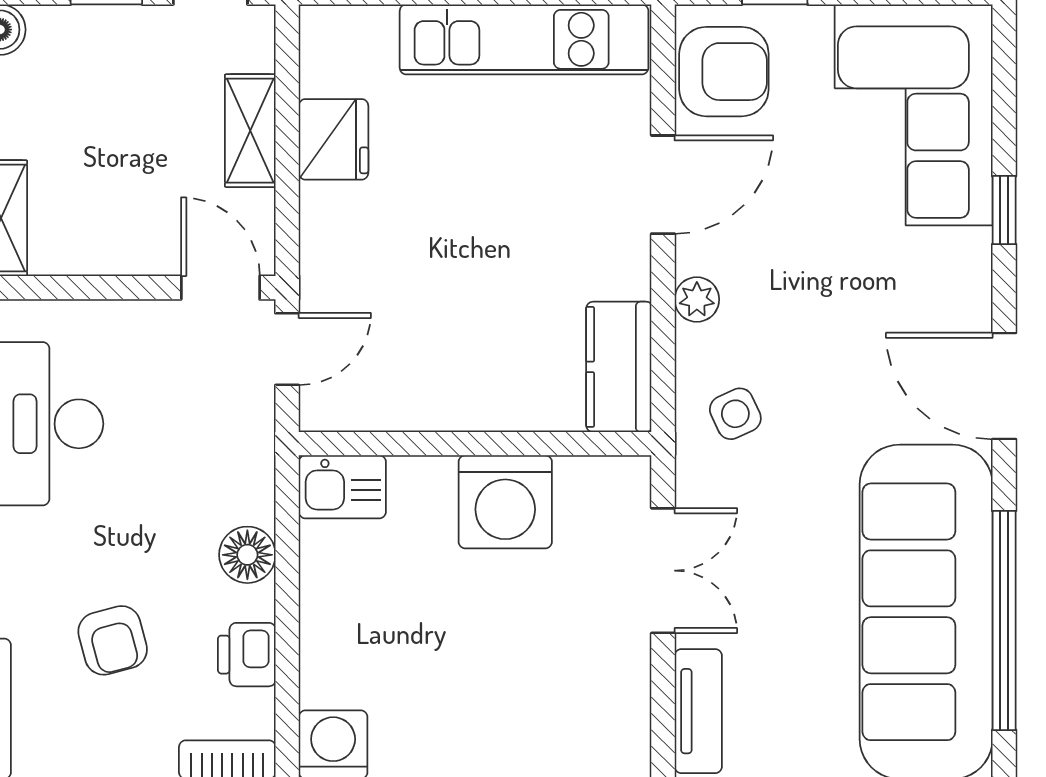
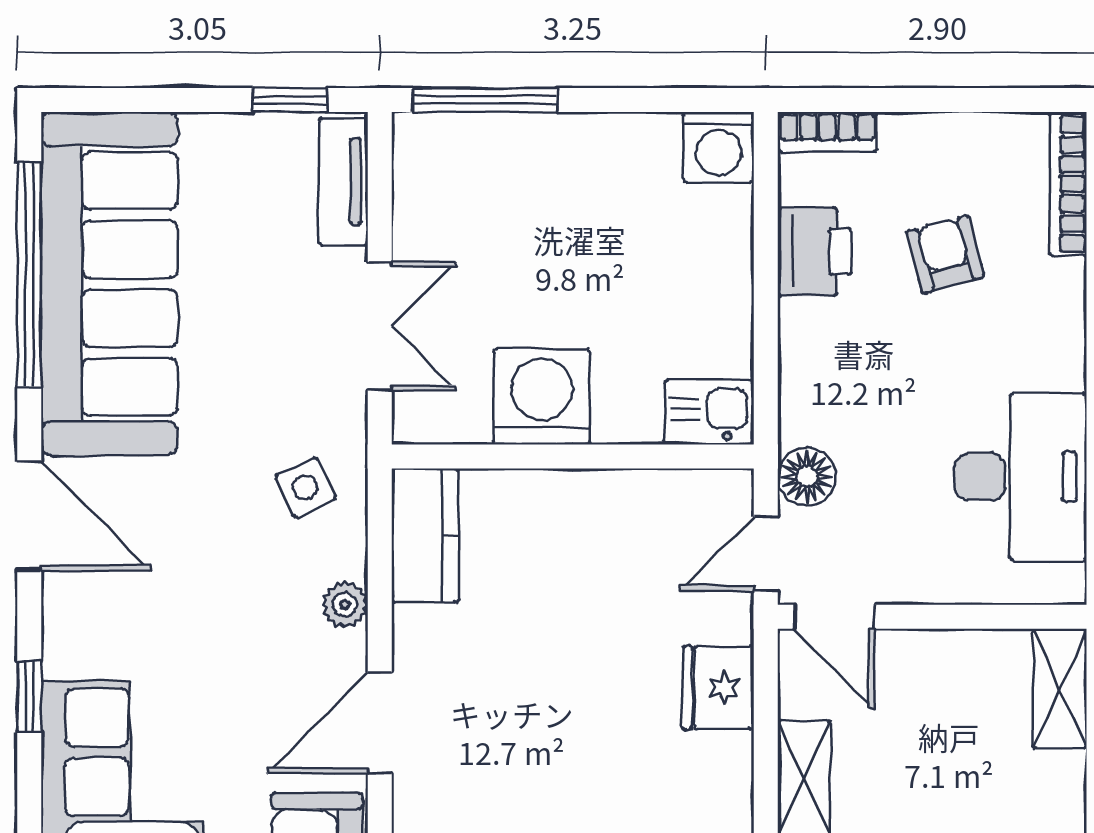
fridge: (334, 139) -> (718, 688), moved
floor lamp: (247, 555) -> (807, 476), moved
double door: (663, 571) -> (380, 326), swing flipped
printer: (247, 655) -> (814, 252), width x1.36, depth x1.24

